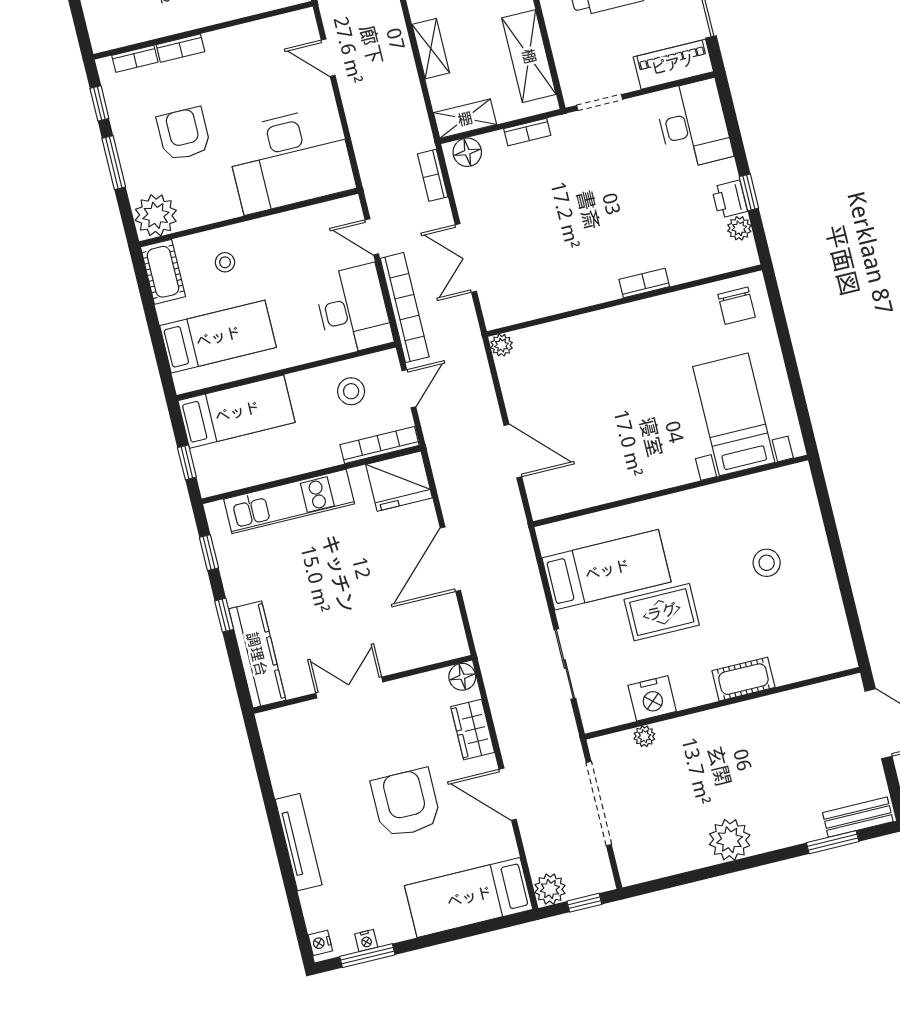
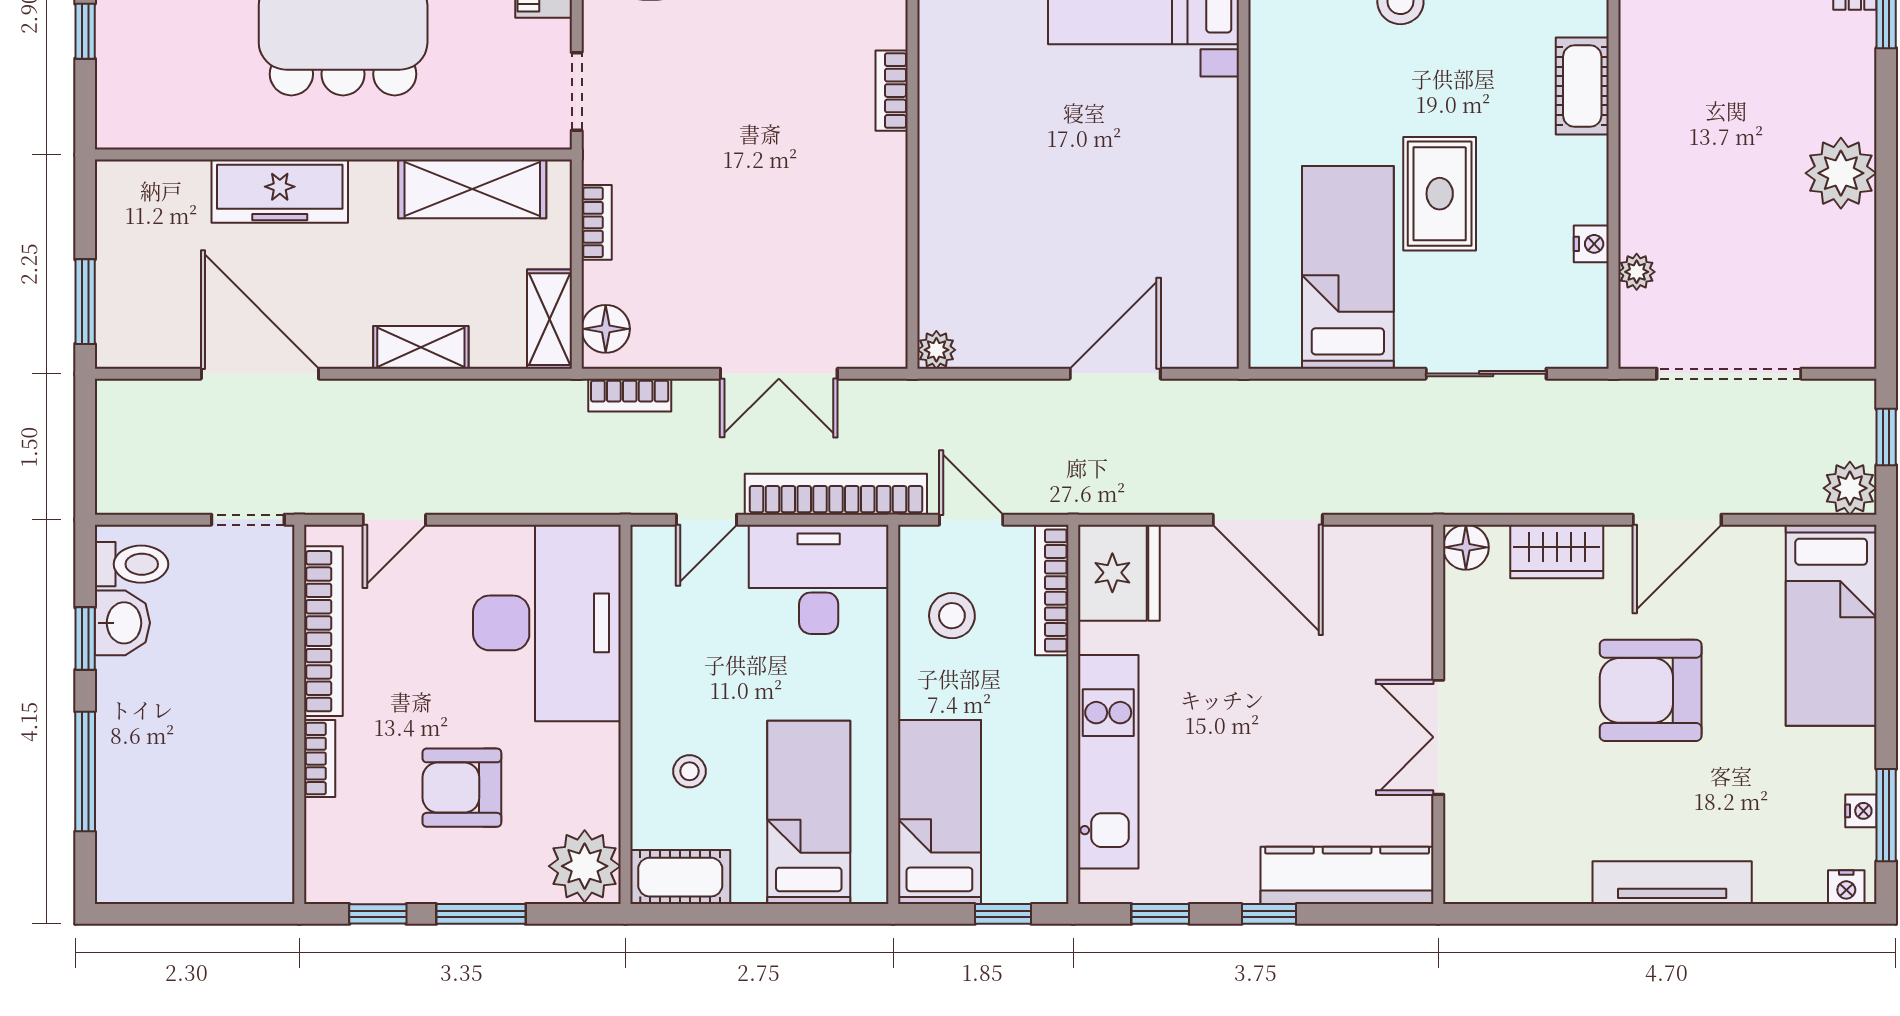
bookcase: (135, 59) -> (323, 631), moved, width x2.31, depth x1.31
nightstand: (652, 698) -> (1591, 244), width x0.53, depth x0.56

